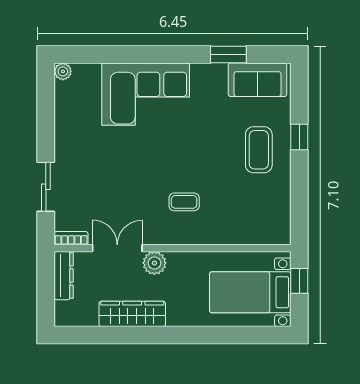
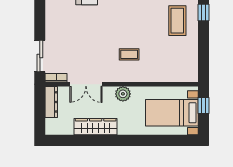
sliding door: (46, 187) -> (40, 56), moved
double door: (117, 248) -> (86, 84), swing flipped
plant: (154, 263) -> (123, 94), moved

